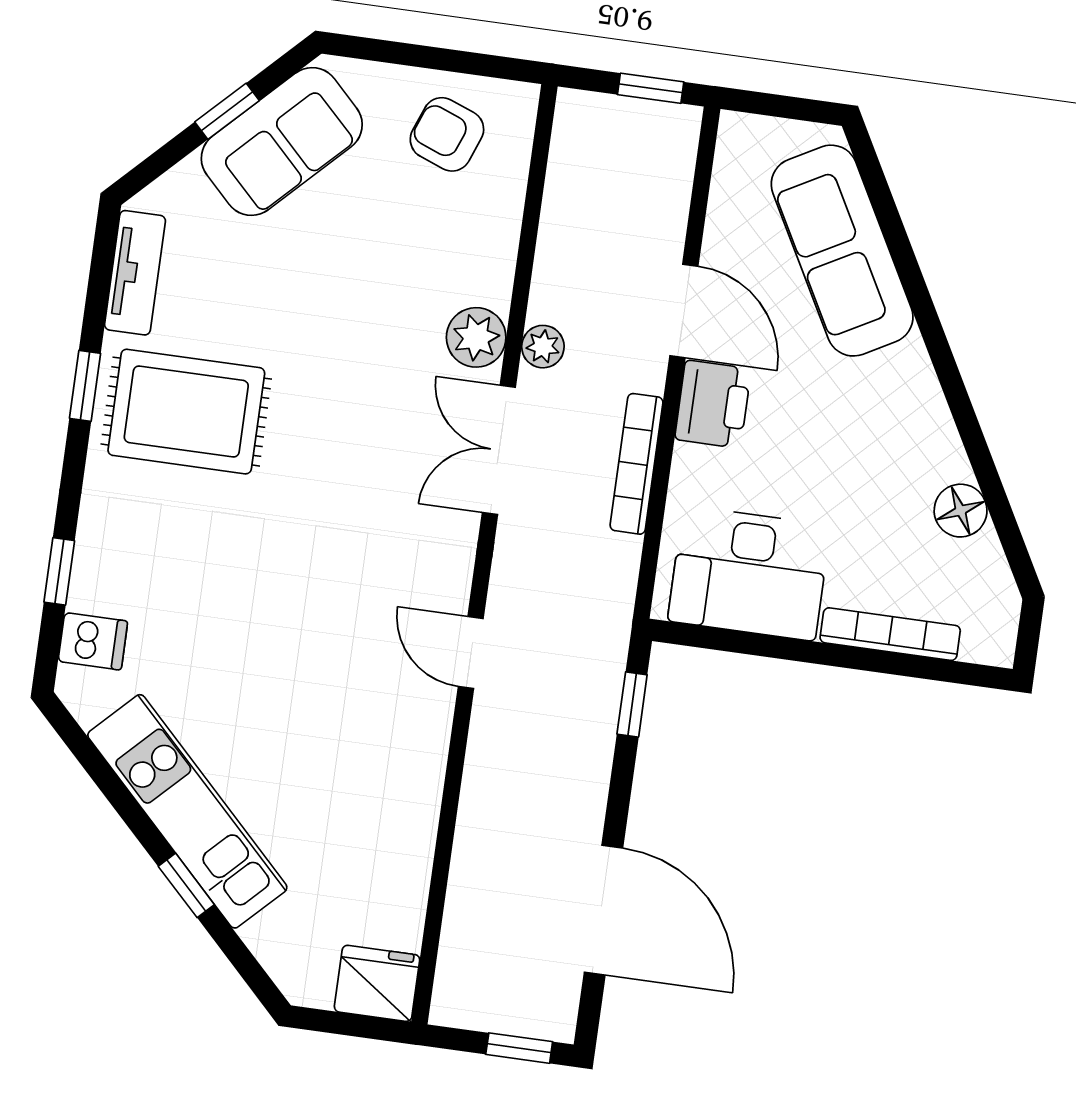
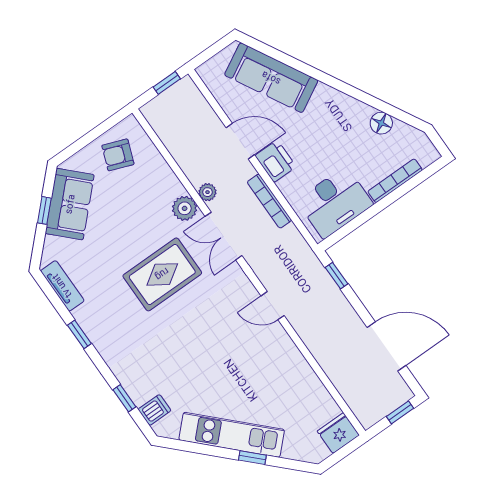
rug: (186, 412) -> (162, 274), moved

